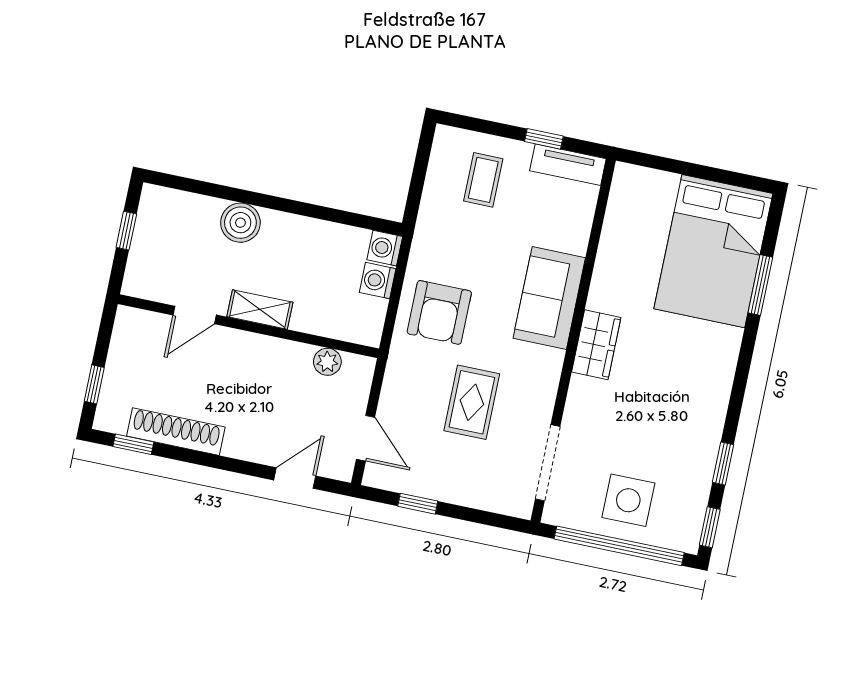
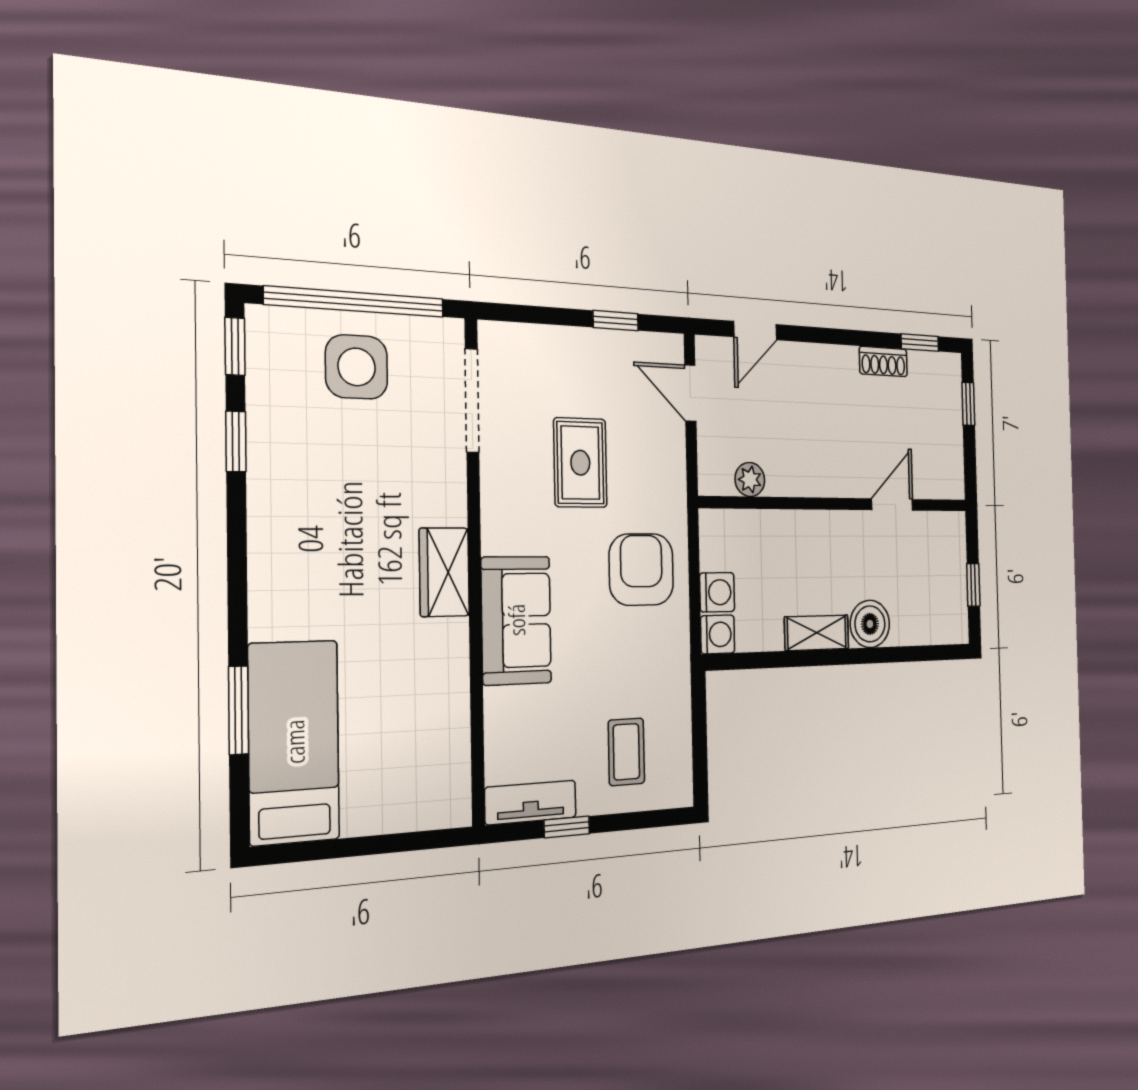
bed: (713, 251) -> (294, 742), width x0.67
shelving: (260, 309) -> (817, 633), moved
shoe rack: (176, 432) -> (883, 362), width x0.51, depth x0.81

